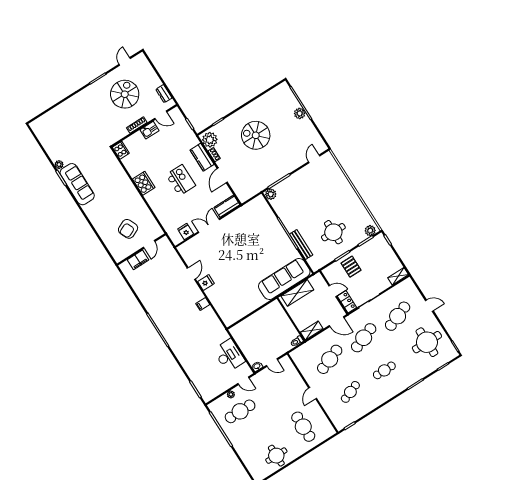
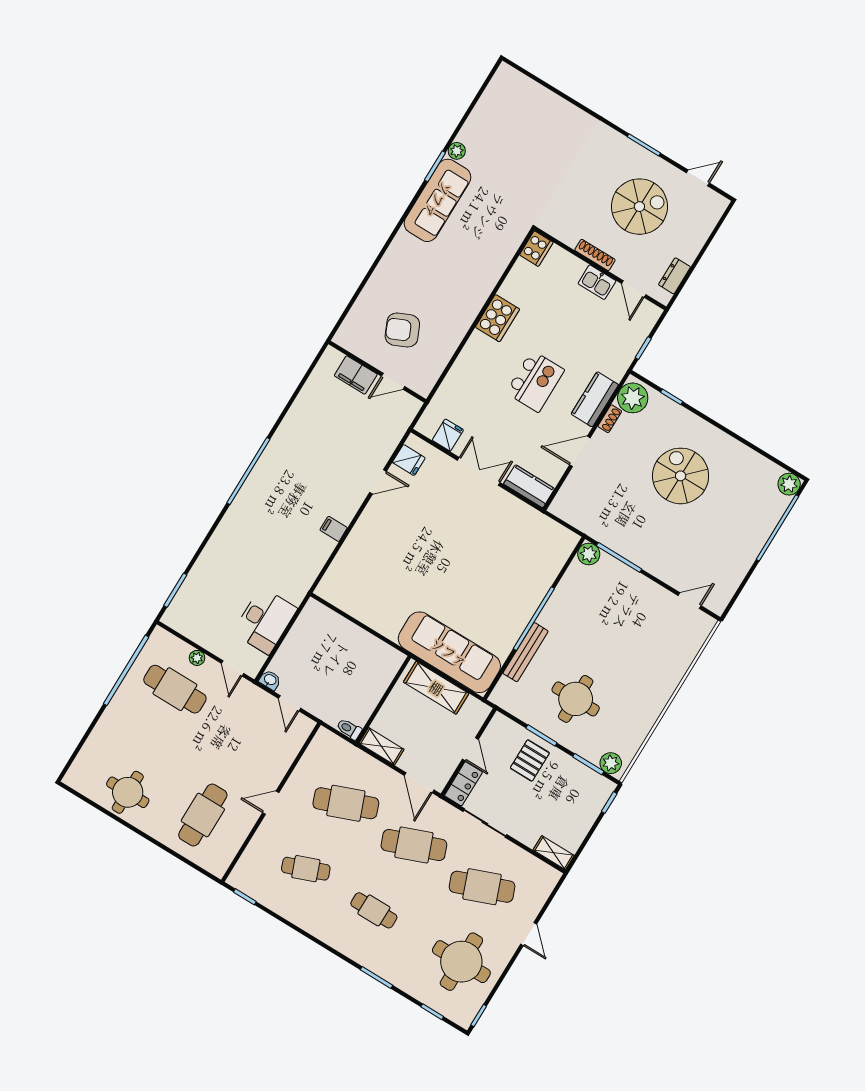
plant: (300, 113) -> (789, 484), moved
fridge: (206, 283) -> (409, 460), moved

